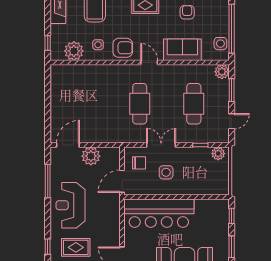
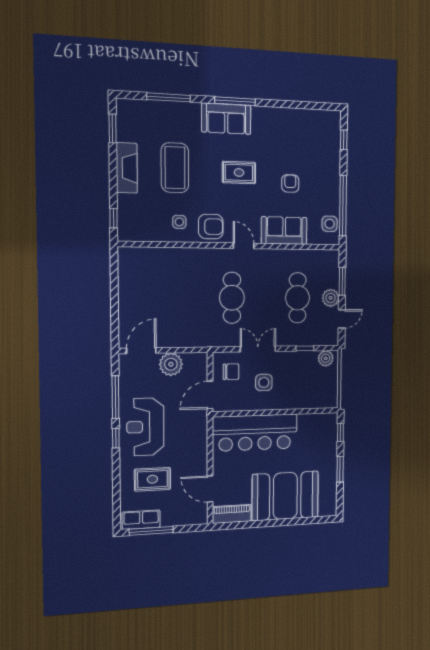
plant: (74, 51) -> (148, 229), removed
plant: (222, 72) -> (331, 298), moved
window: (48, 247) -> (116, 438), moved

